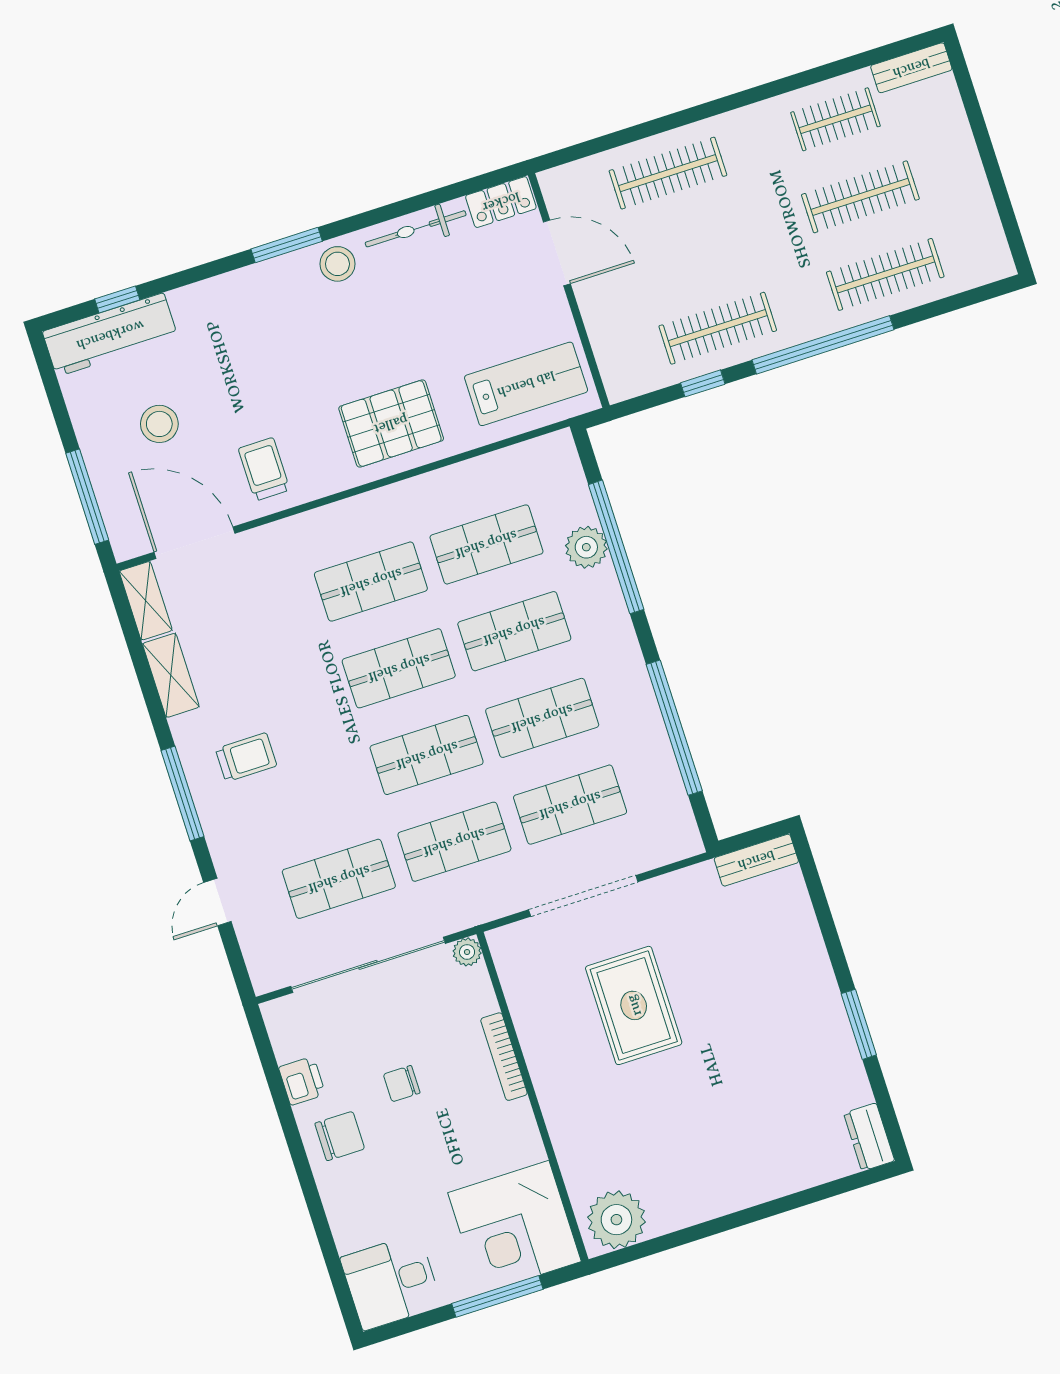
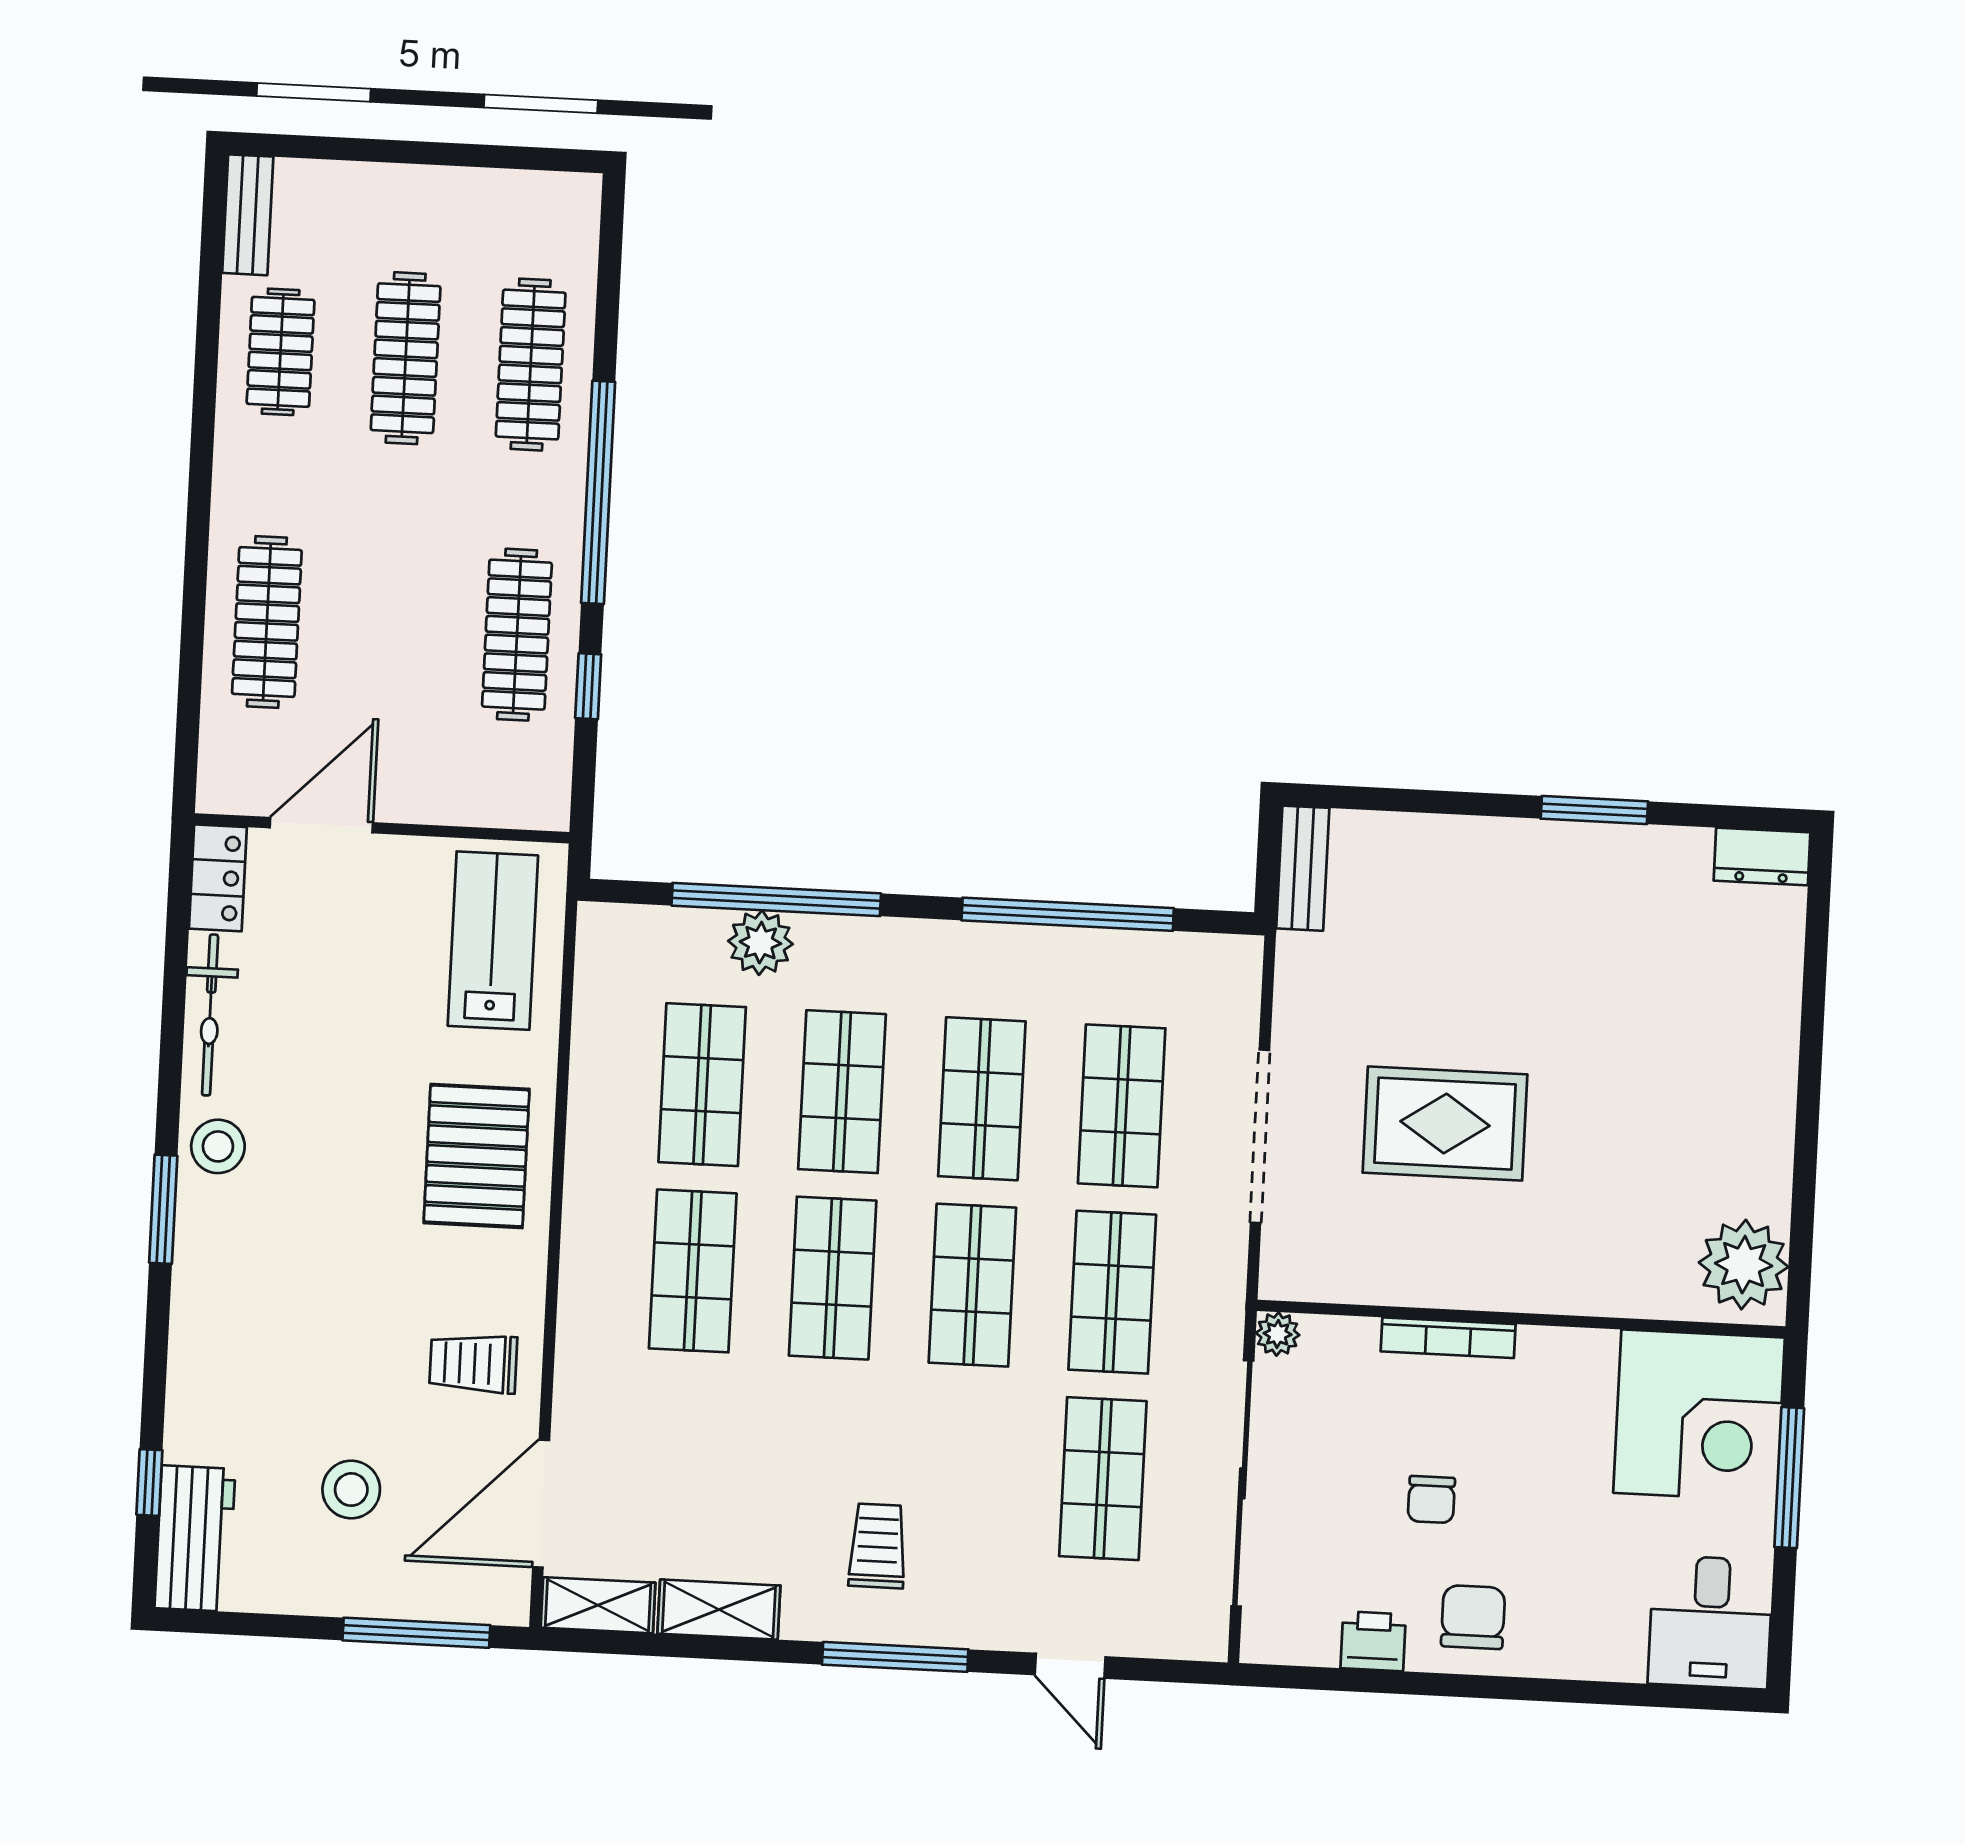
workbench: (110, 335) -> (195, 1539), width x0.73

